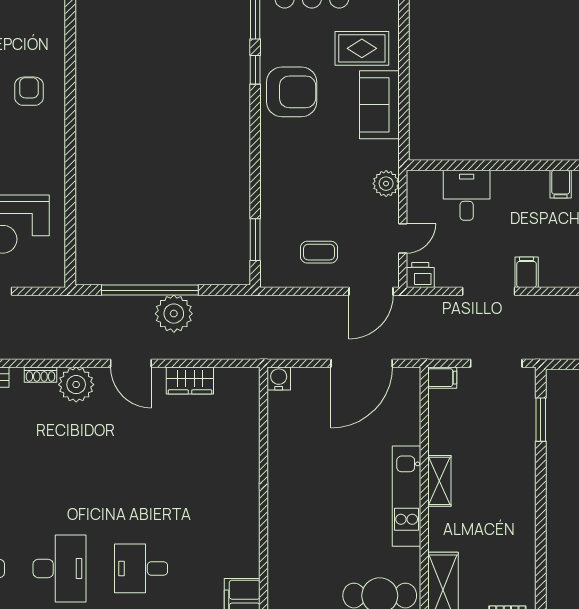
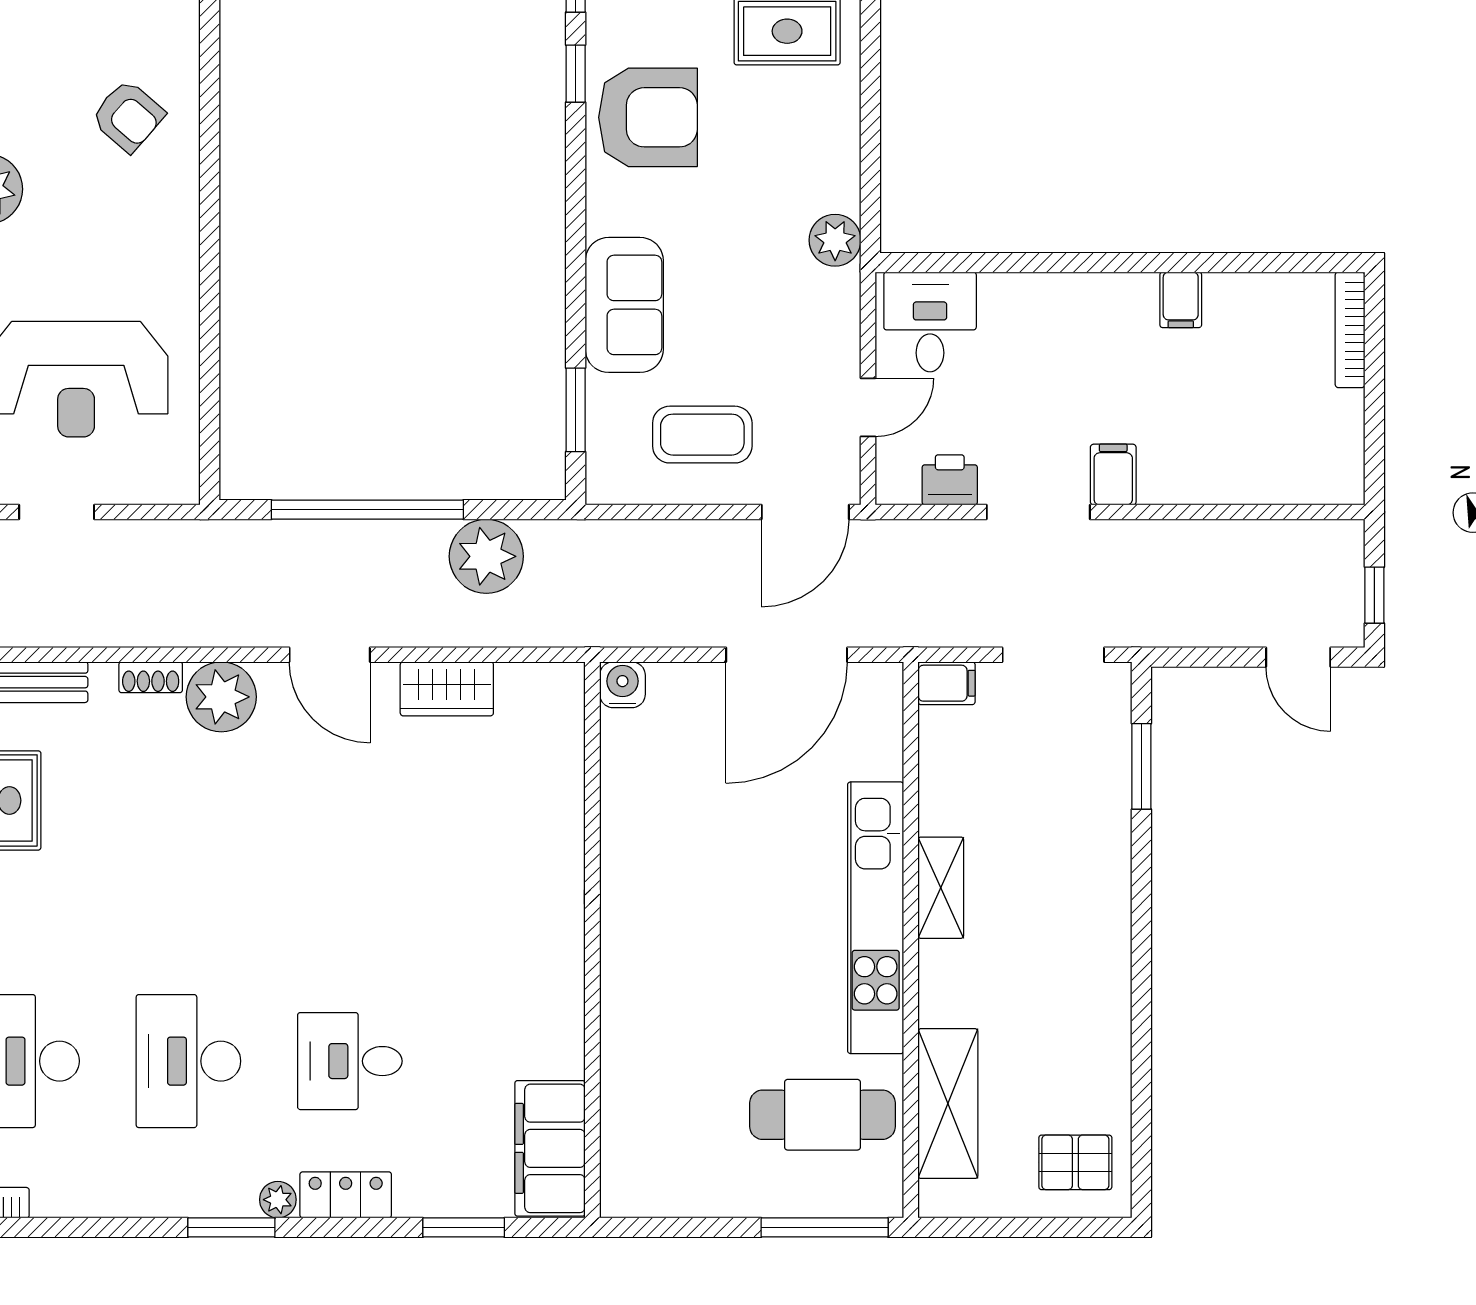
armchair: (29, 91) -> (128, 116), turned 131
sofa: (379, 105) -> (624, 305), moved, turned 180
plant: (386, 184) -> (835, 240), moved
desk: (467, 195) -> (930, 322), moved
coffee table: (319, 252) -> (702, 435), width x1.36, depth x1.30
printer: (420, 275) -> (950, 480), moved
plant: (174, 314) -> (486, 556), moved
kitchen unit: (407, 496) -> (876, 918), width x1.36
desk: (60, 568) -> (188, 1061), turned 180

